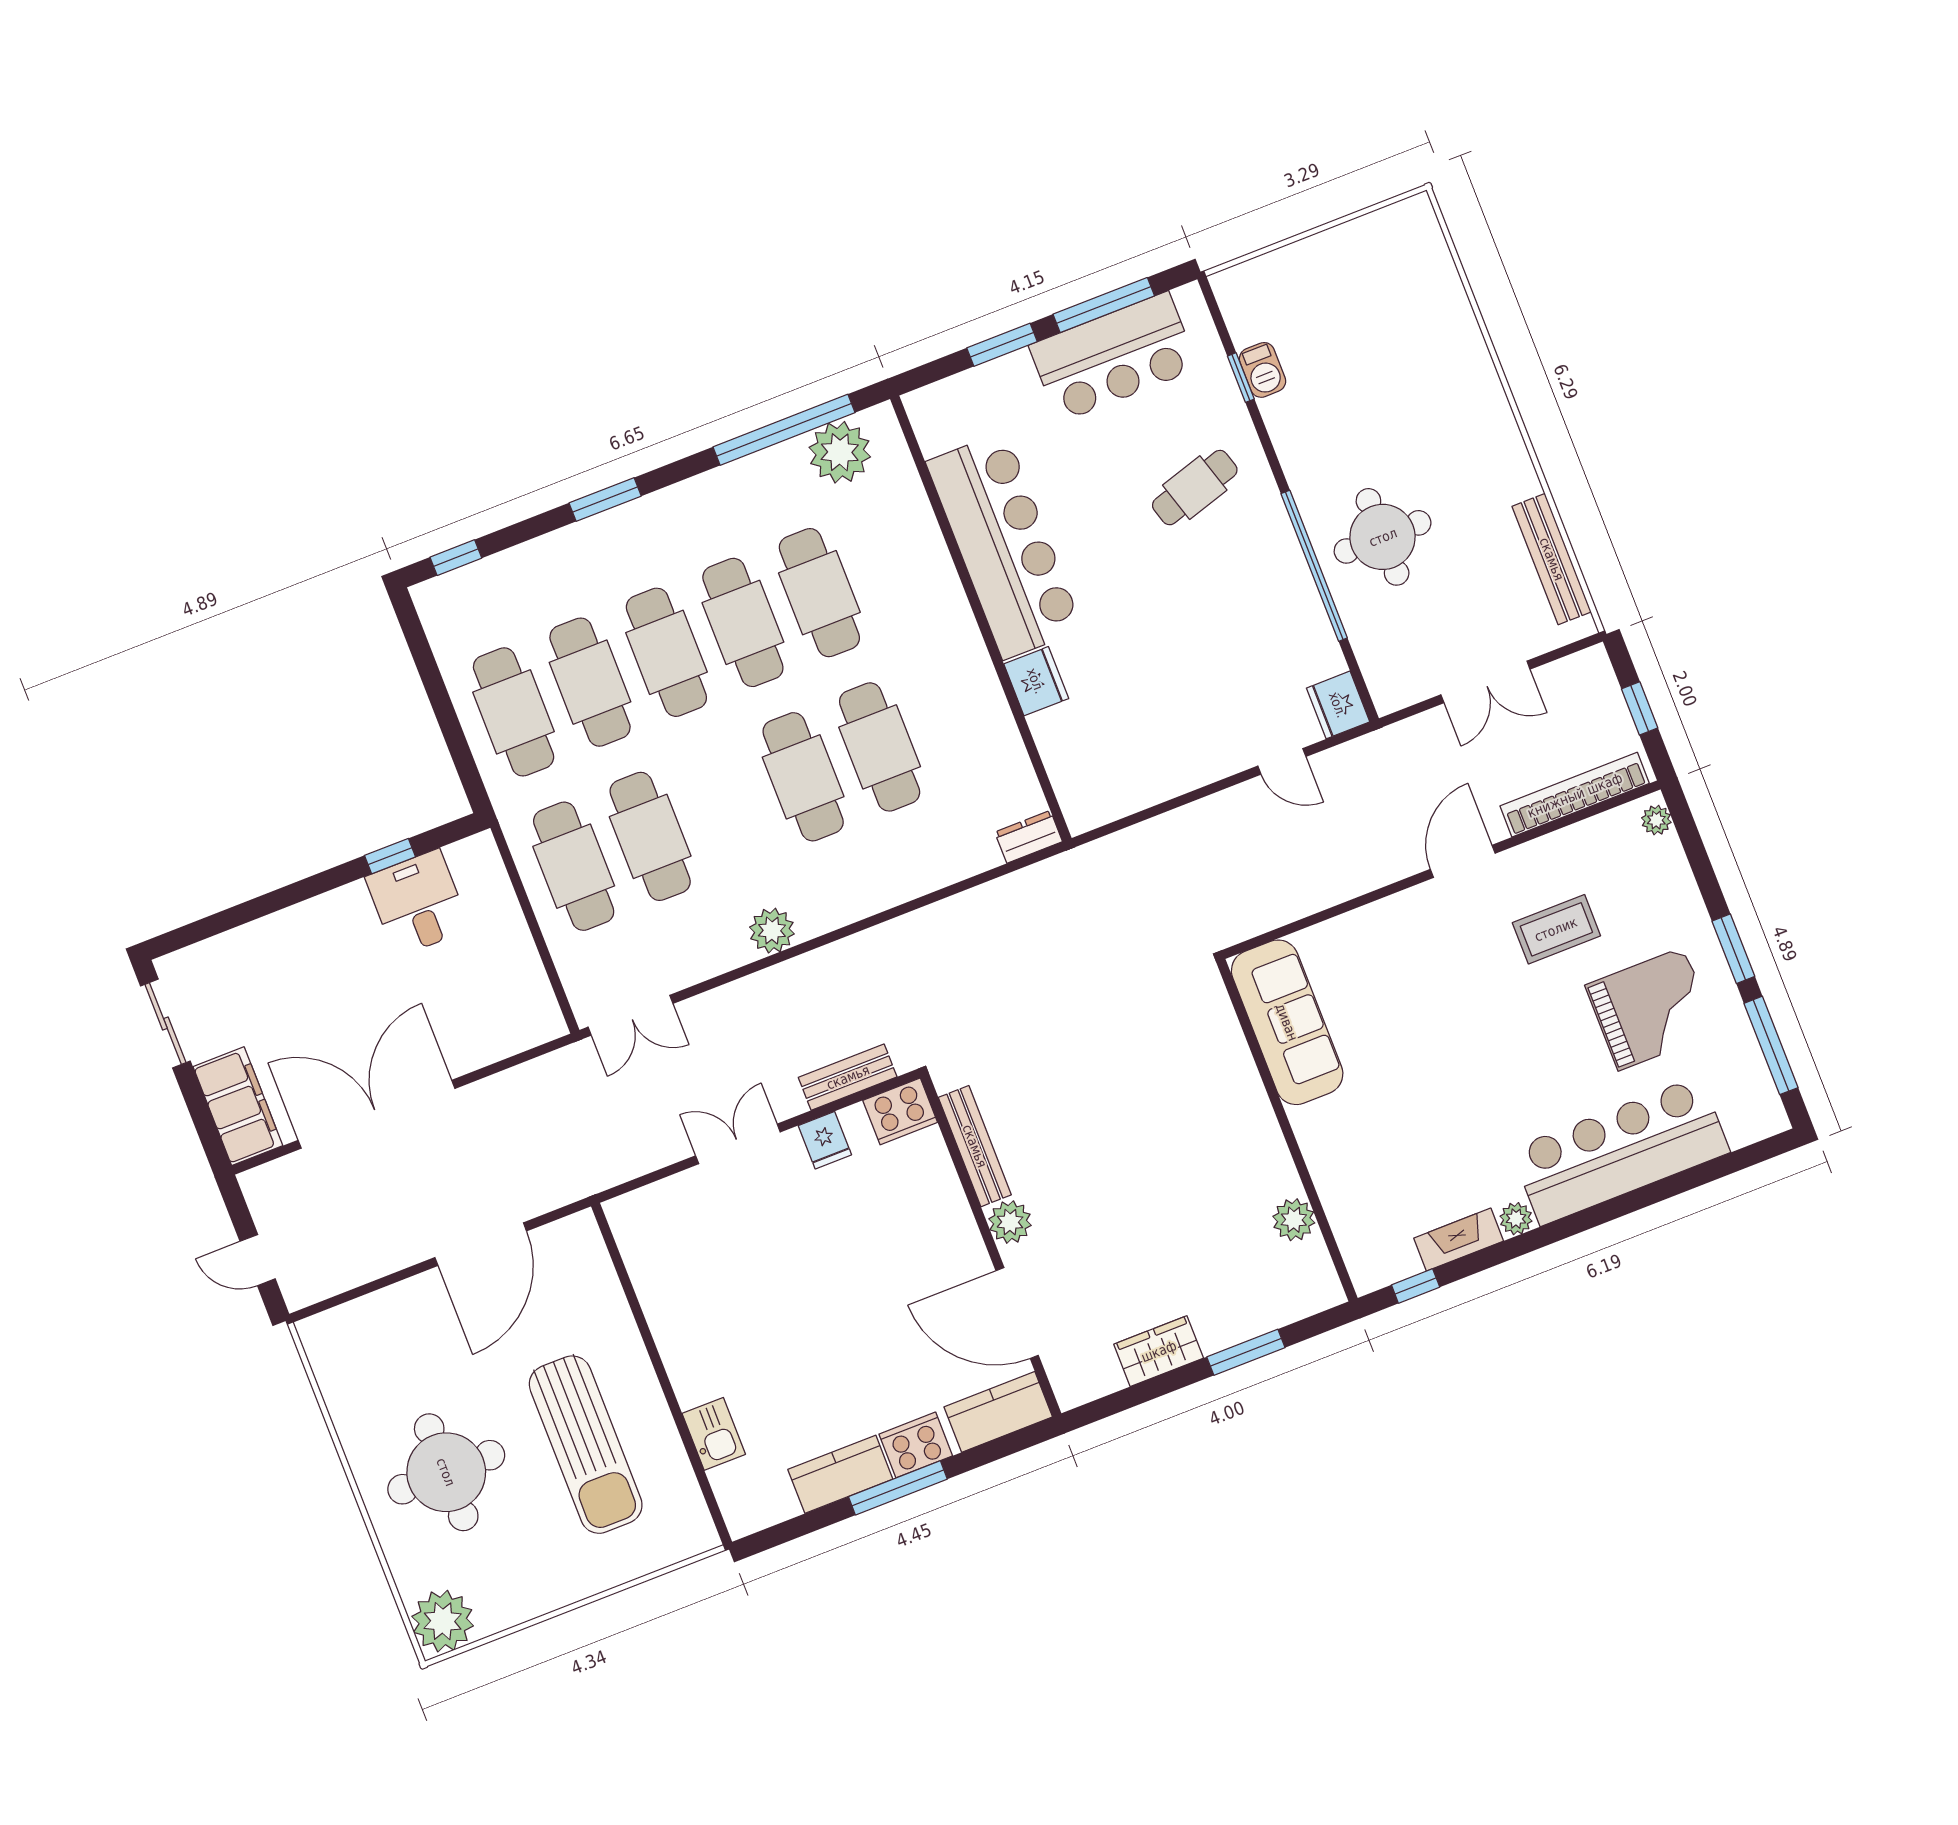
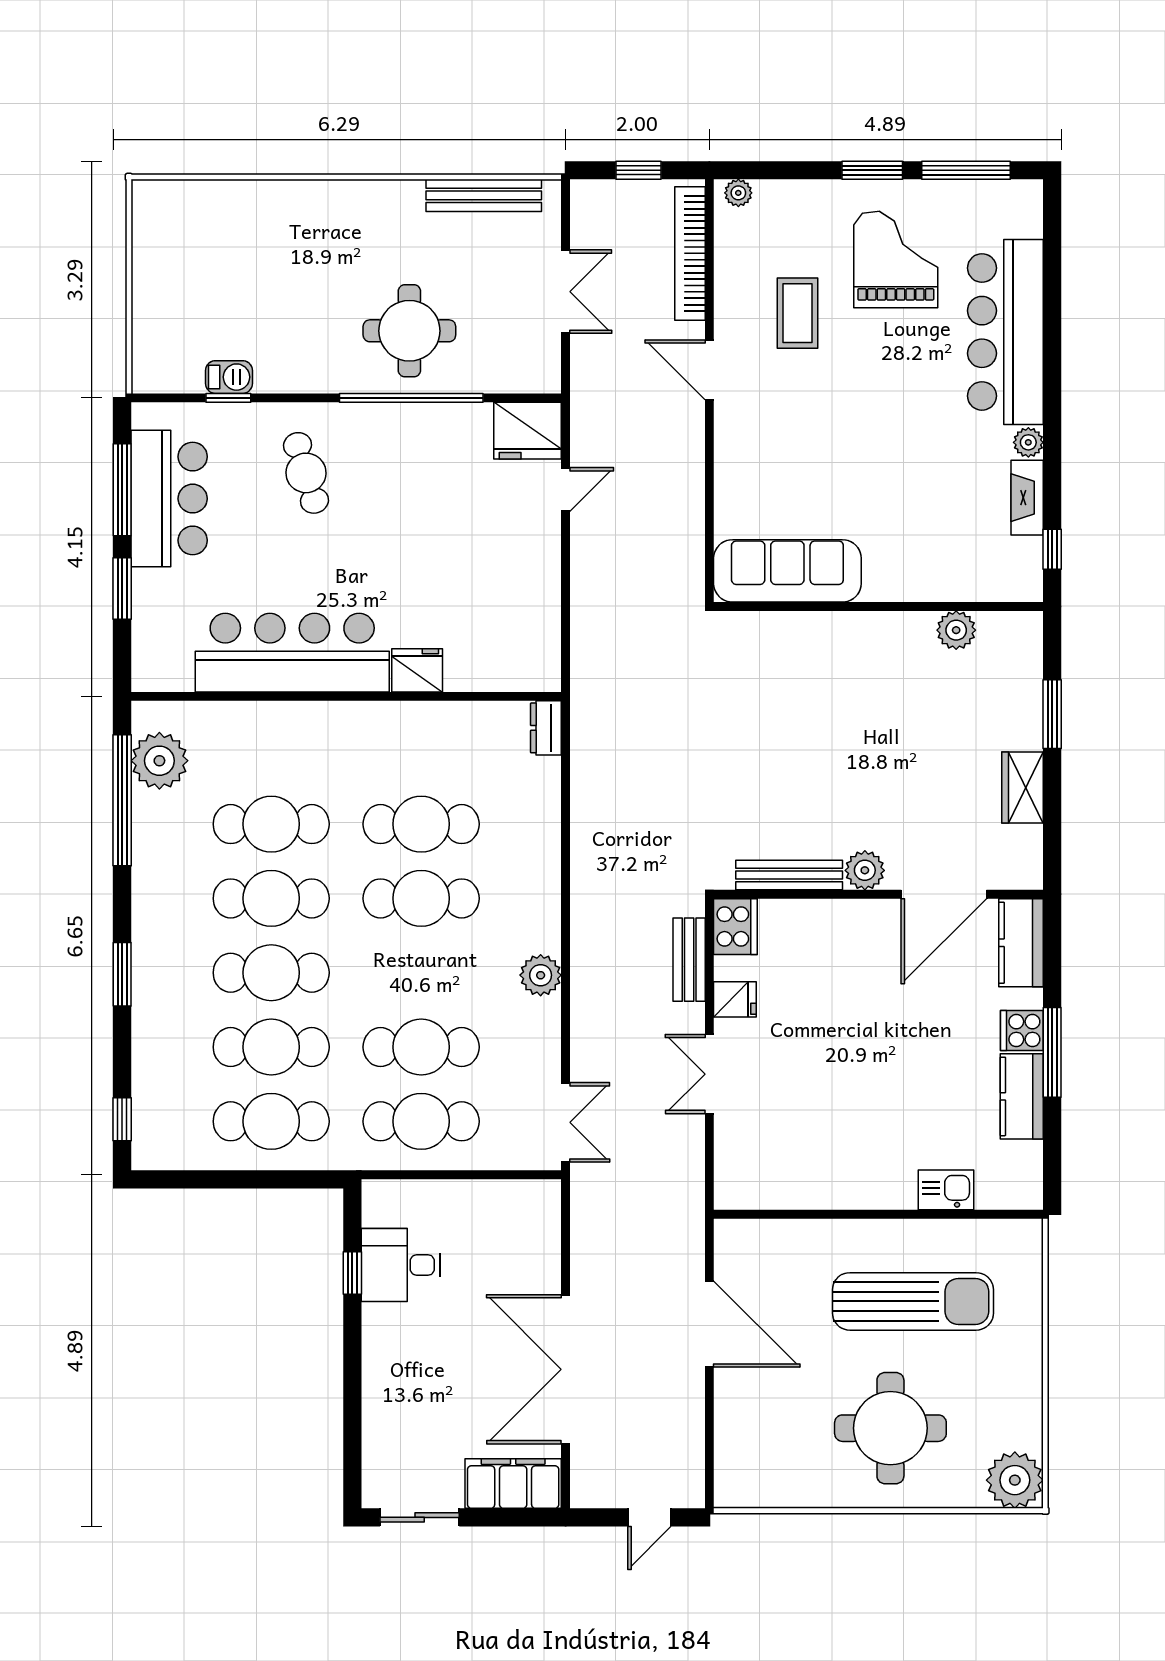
fridge: (1338, 705) -> (528, 431), width x1.36, depth x1.34
cooker: (916, 1445) -> (1022, 1031), width x0.73

